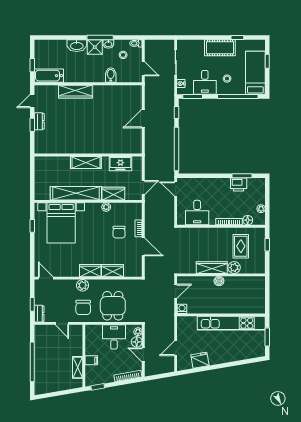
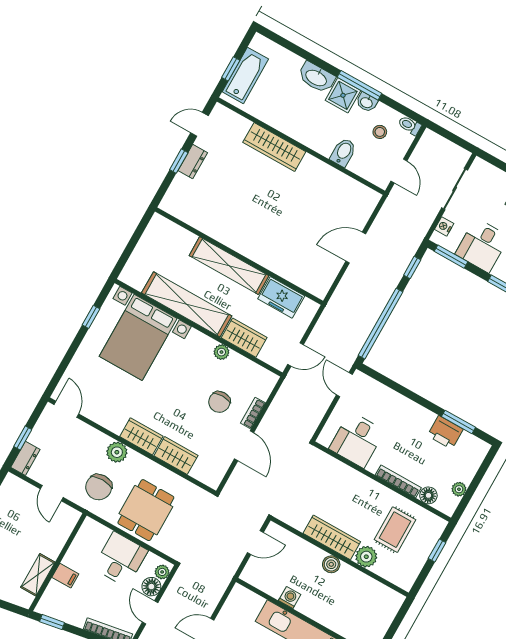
bathtub: (49, 76) -> (245, 75), moved, turned 90
shelving: (86, 162) -> (229, 266), width x1.47
washing machine: (182, 309) -> (290, 598), moved

